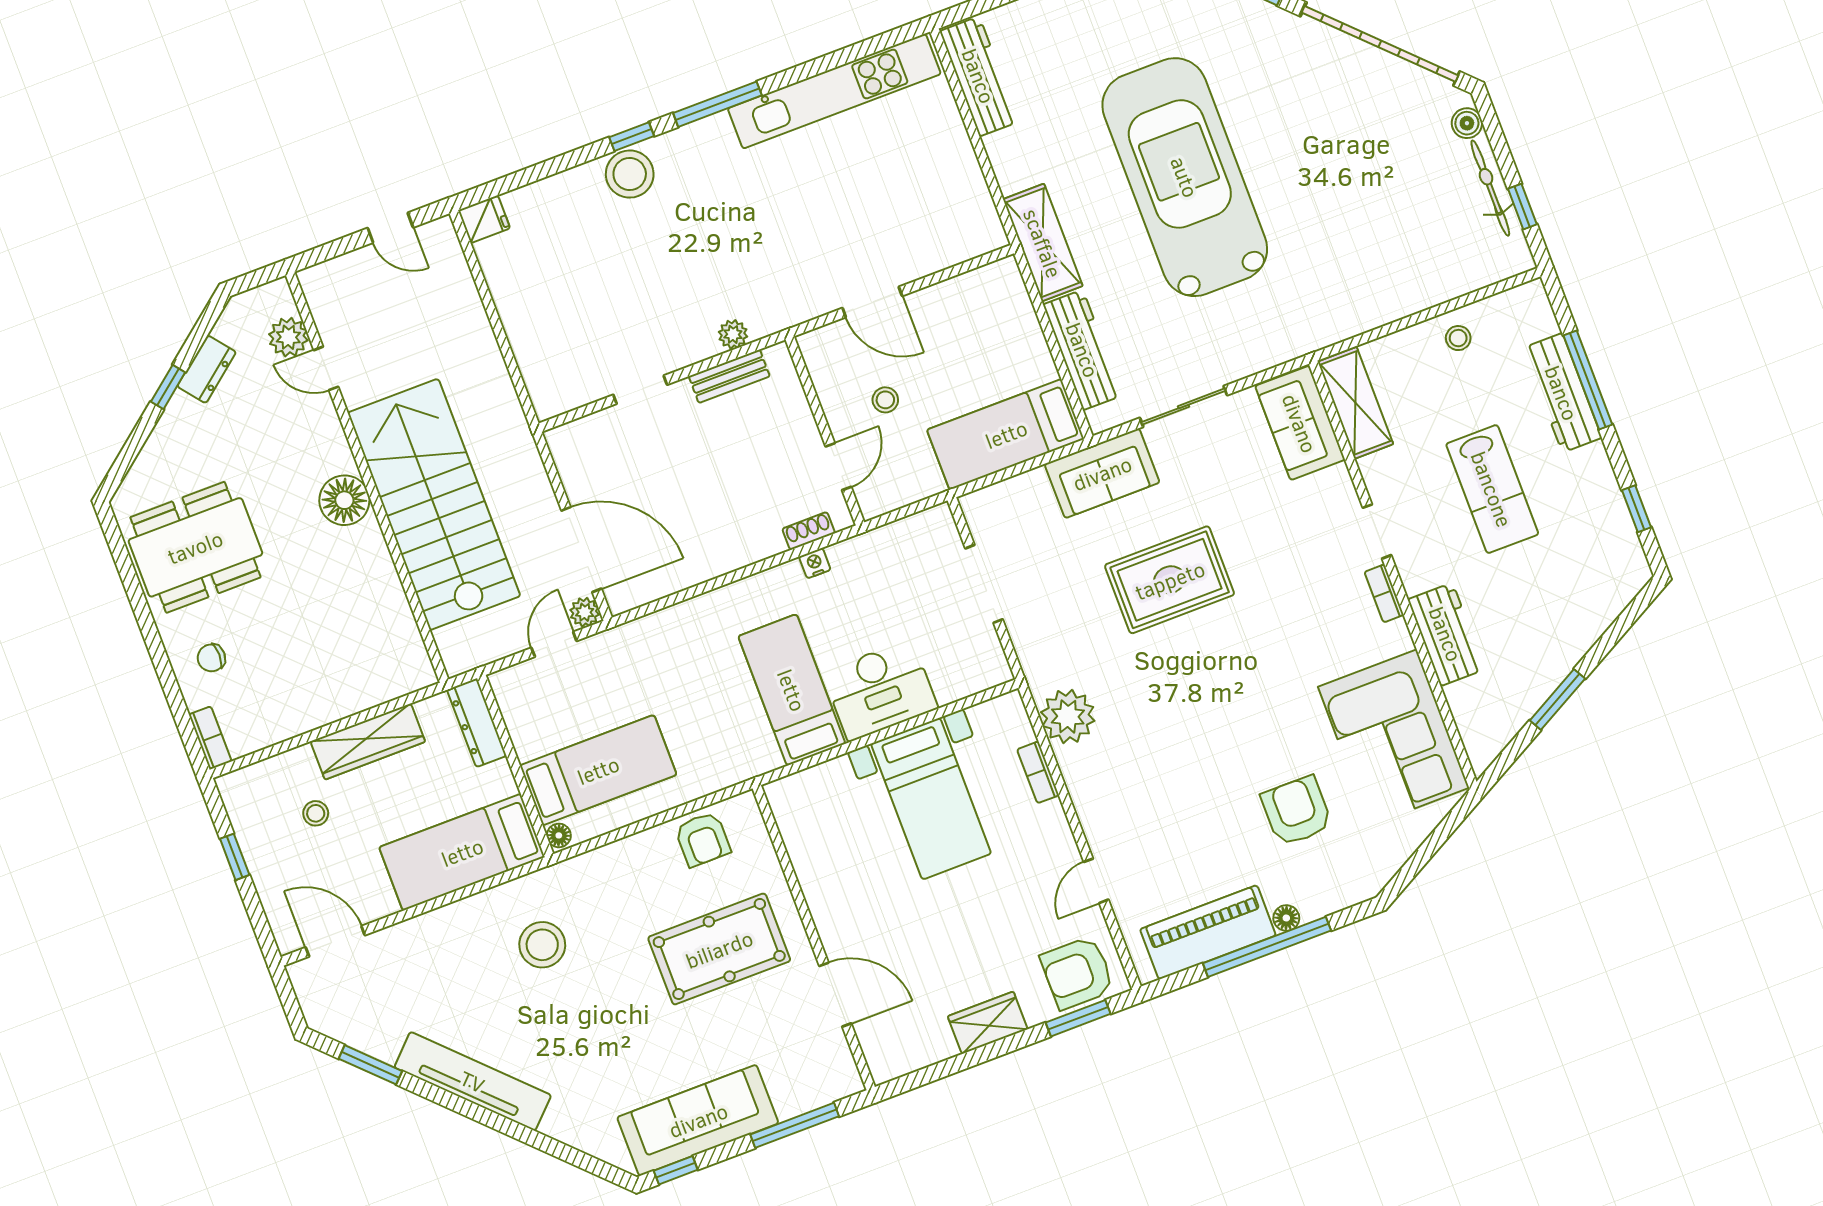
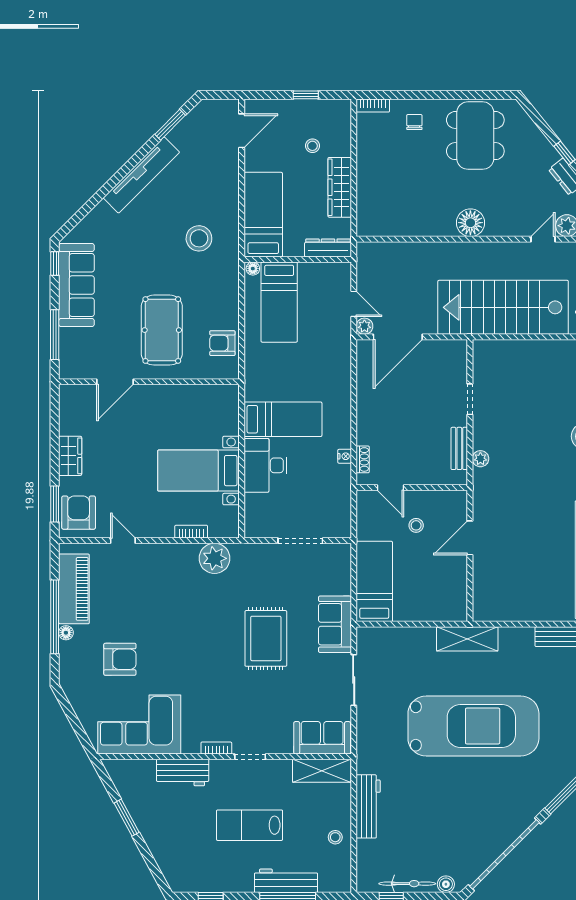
workbench: (1083, 350) -> (368, 806), moved, turned -90
stairs: (434, 504) -> (503, 307), moved, turned 180

